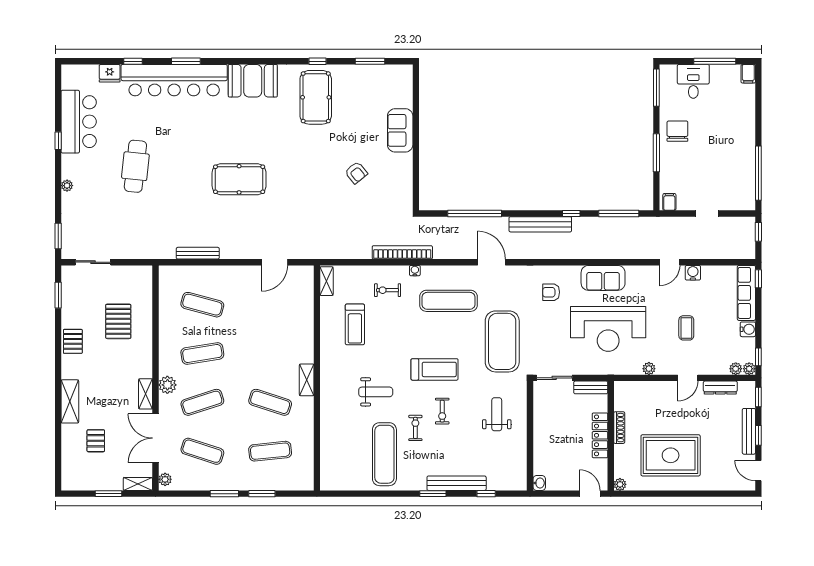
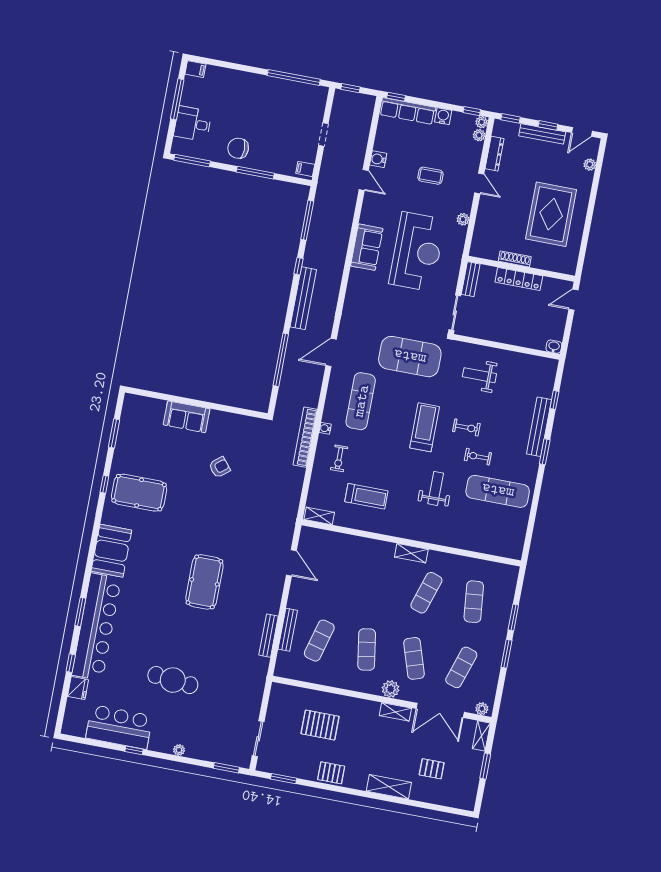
bench: (207, 271) -> (288, 630), added
armchair: (551, 292) -> (371, 300), removed
plant: (620, 484) -> (590, 165), moved

